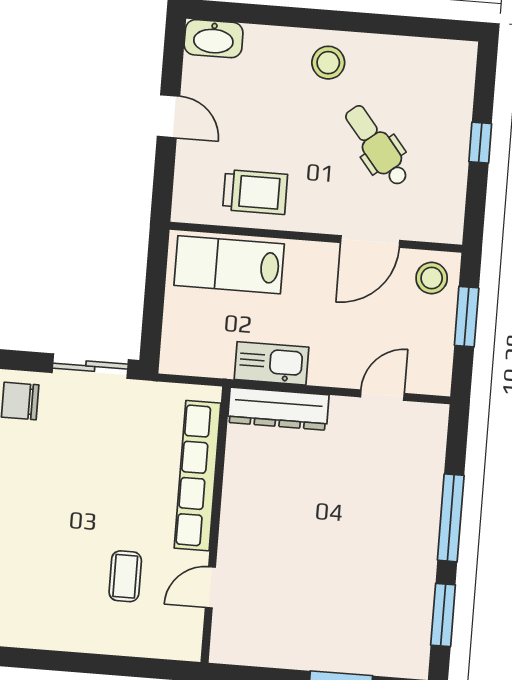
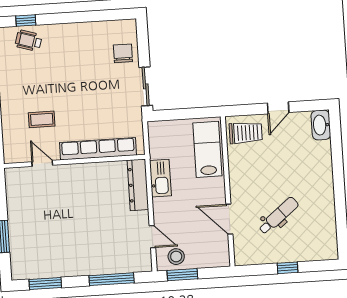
stool: (328, 63) -> (317, 185), removed
trolley: (255, 192) -> (246, 133), moved, turned -90
stool: (432, 278) -> (176, 257), moved
window: (467, 317) -> (182, 275), moved
window: (451, 518) -> (112, 279), moved

